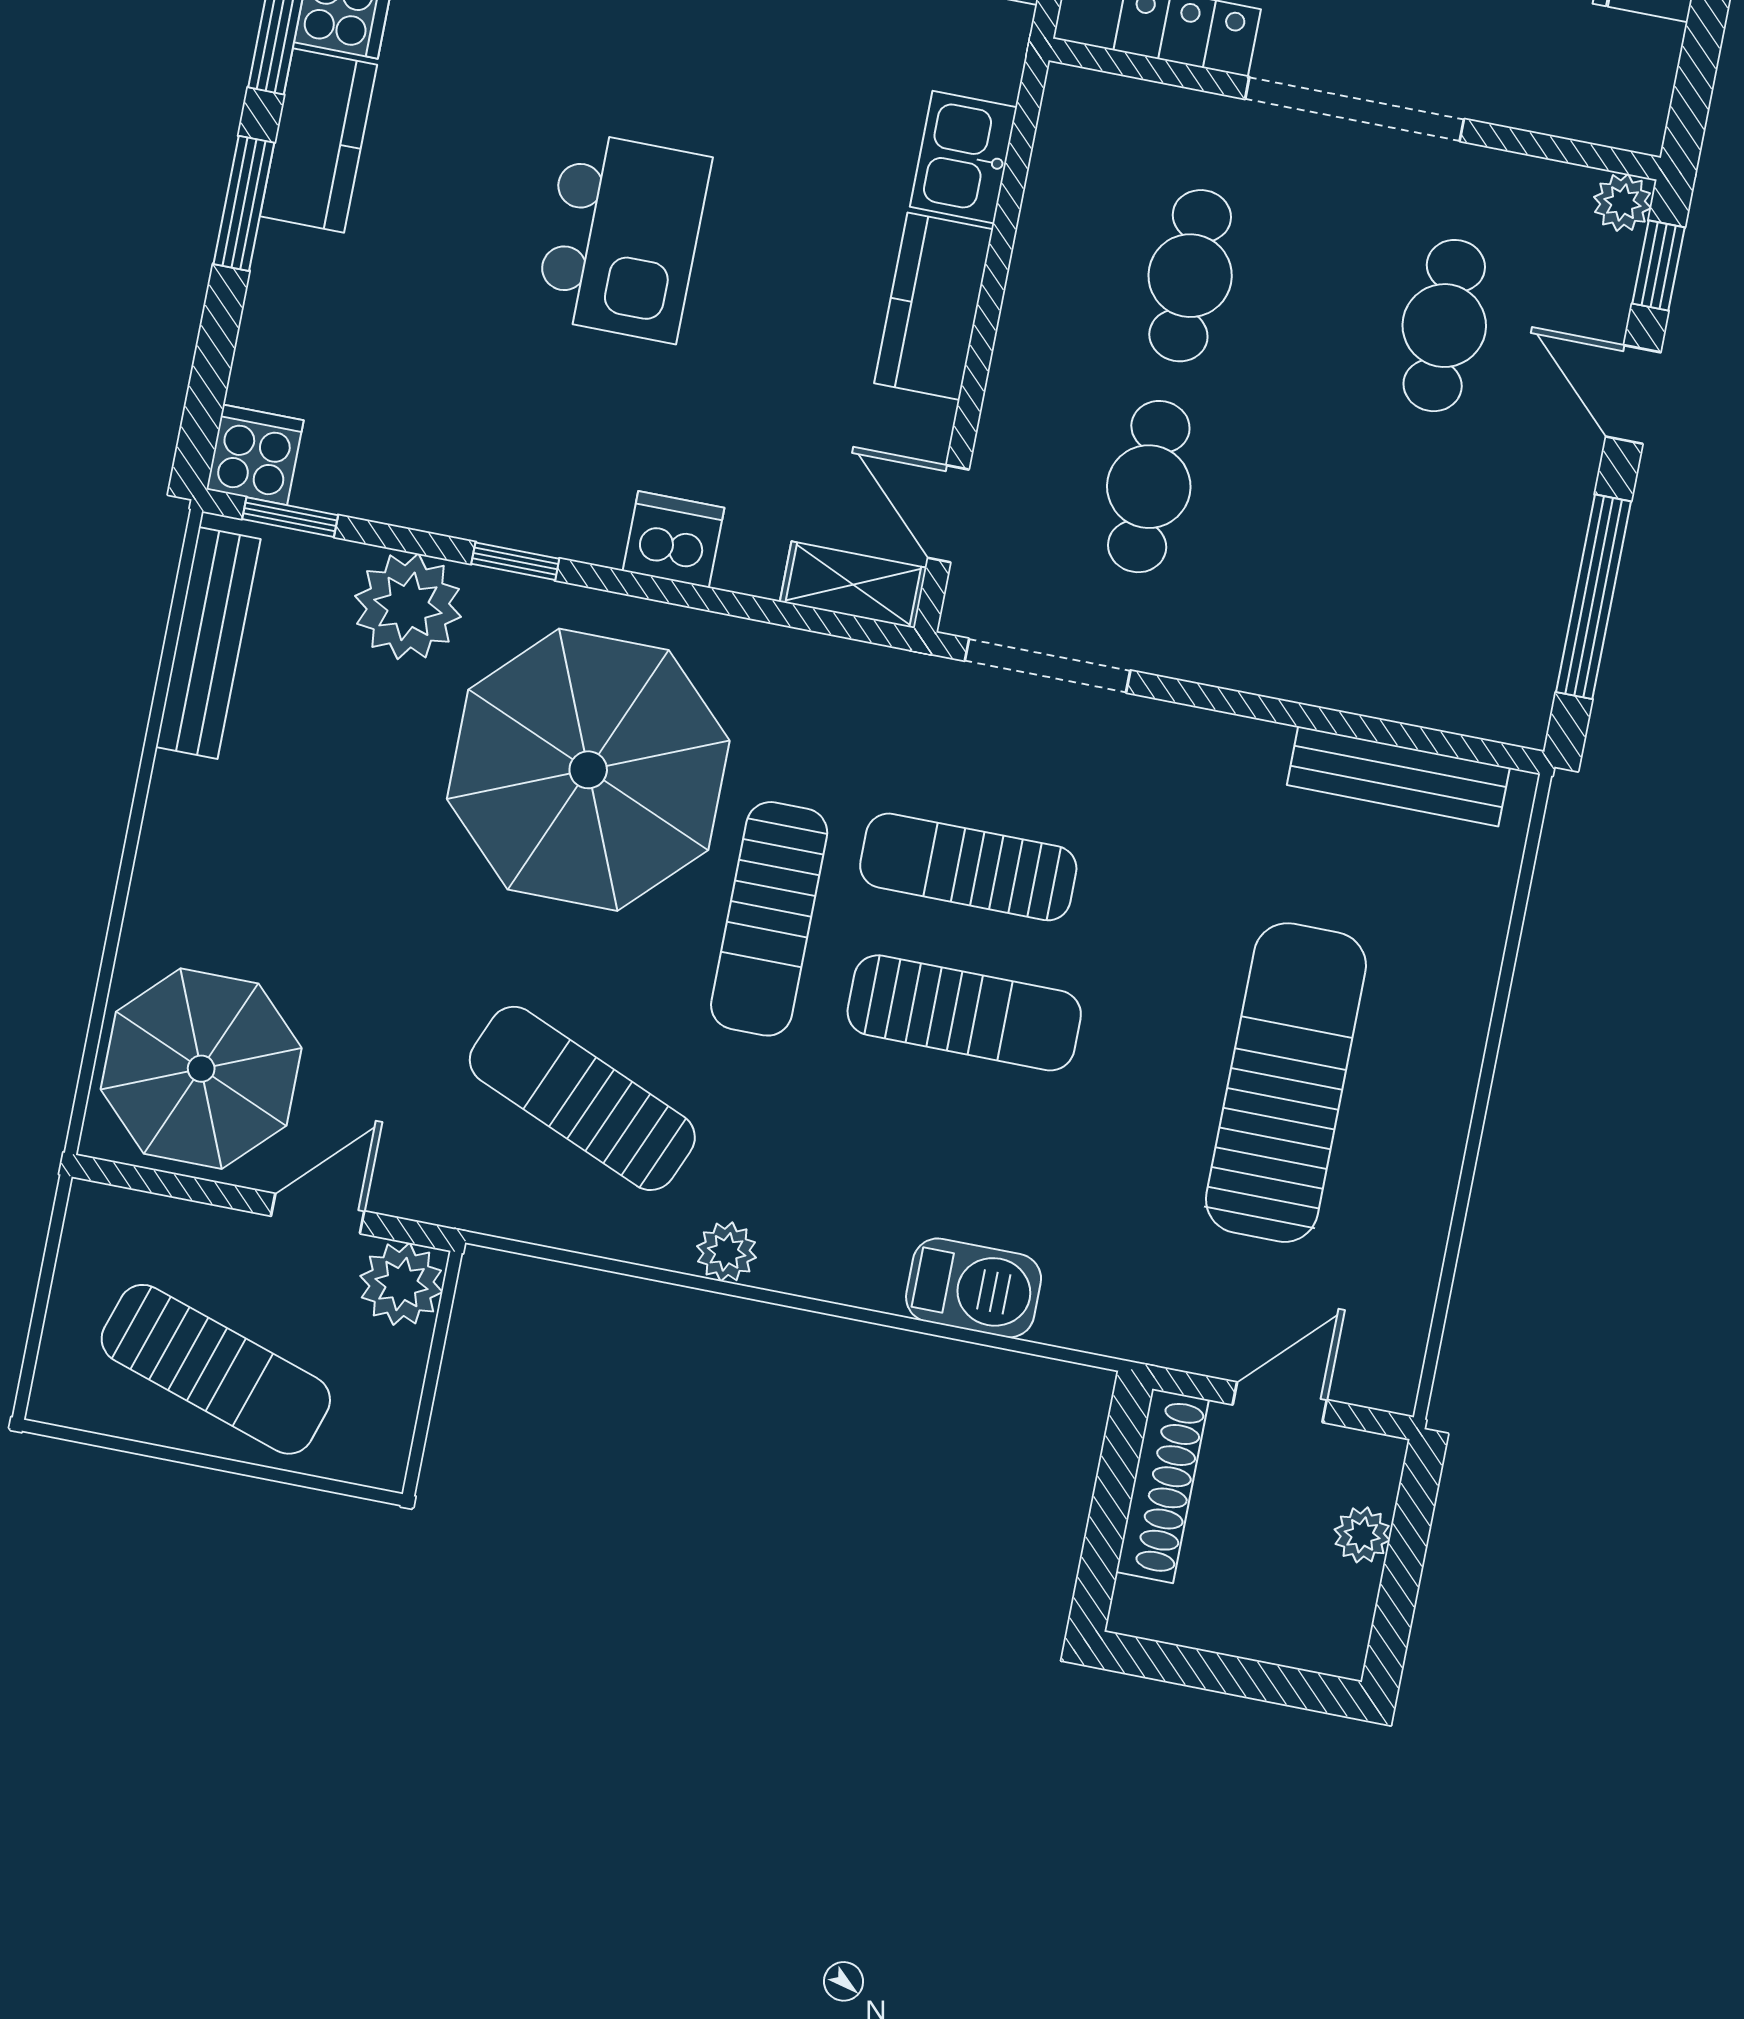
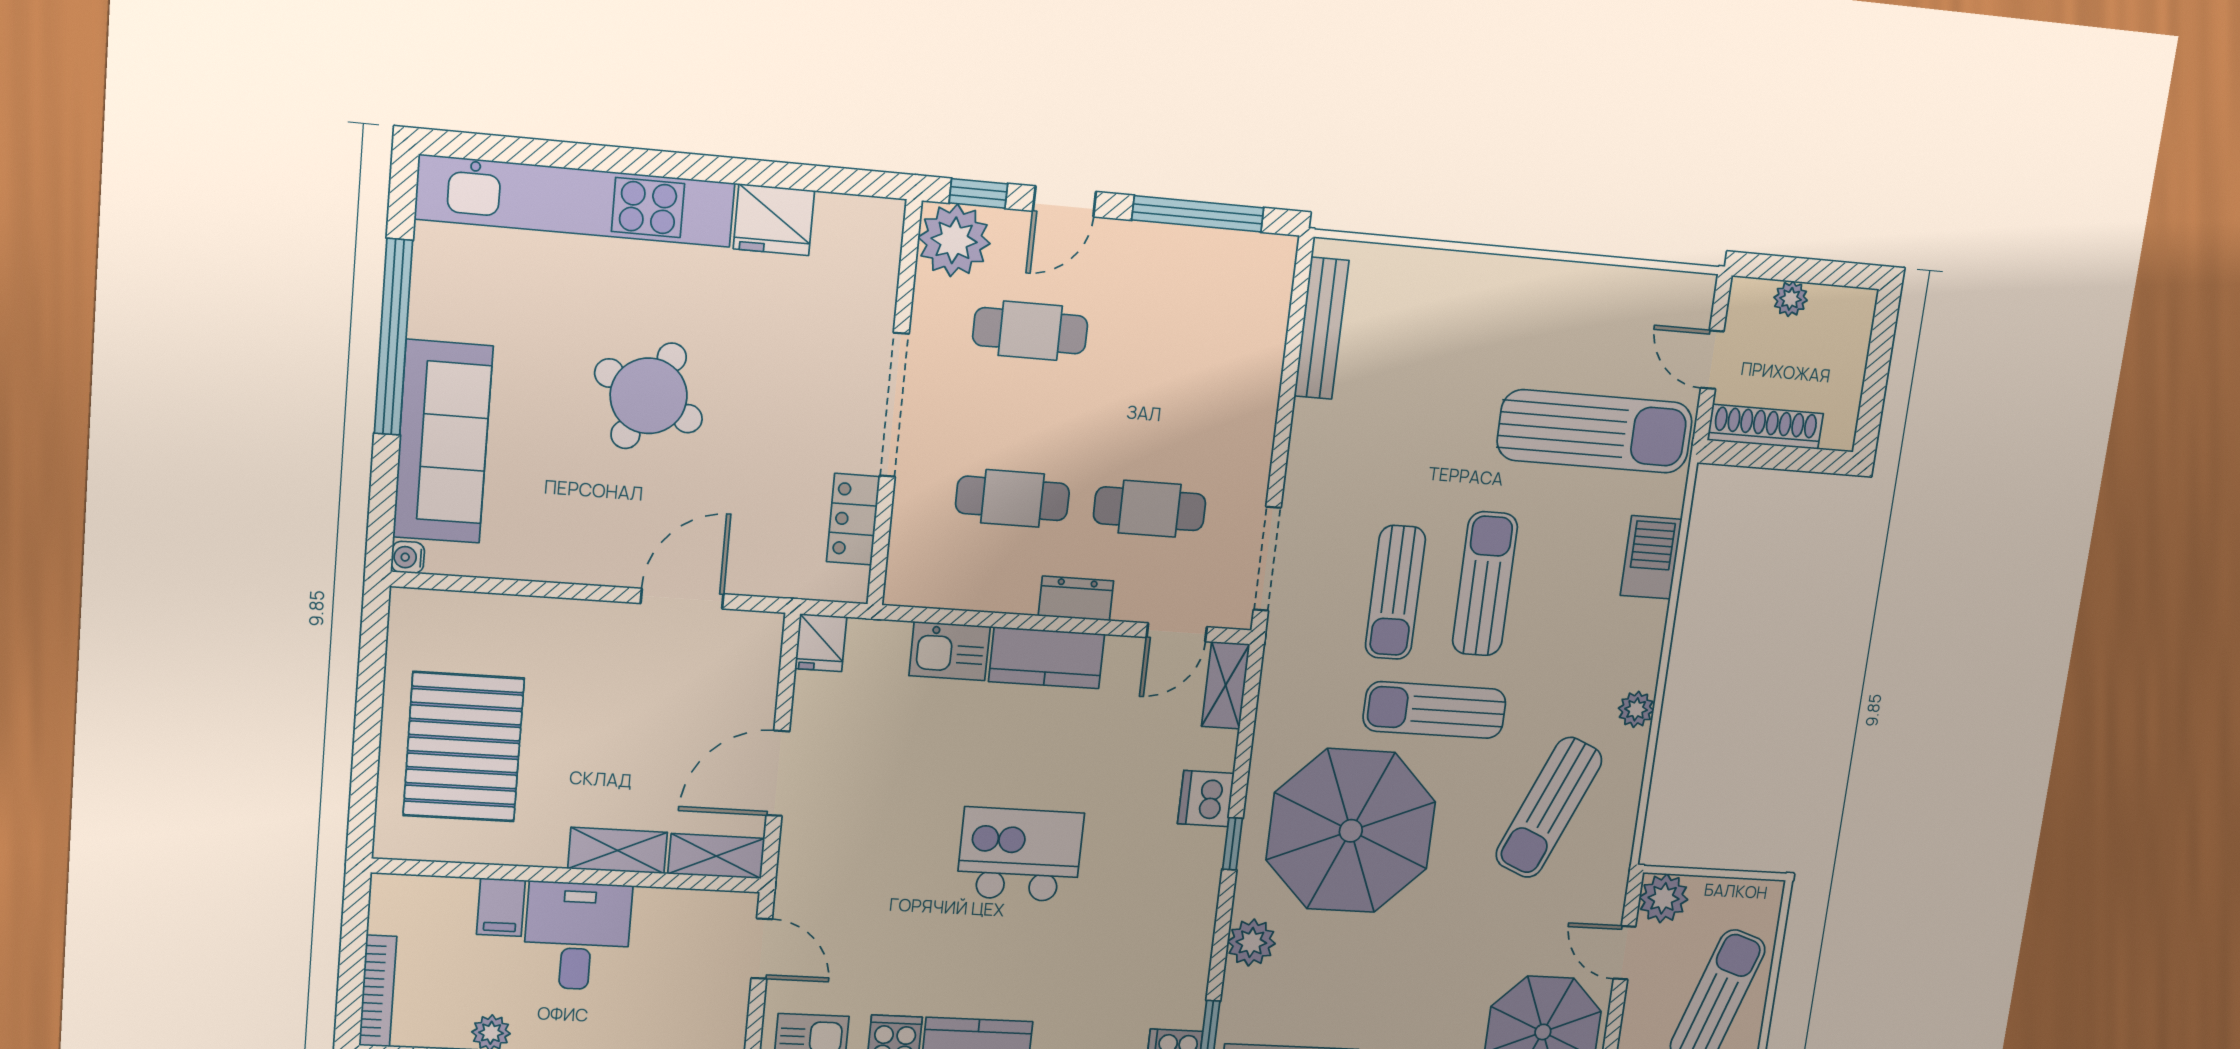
plant: (1622, 203) -> (954, 240), width x1.88, depth x1.88
dresser: (1022, 360) -> (1076, 598), added
window: (515, 561) -> (1232, 844), moved
plant: (408, 606) -> (1251, 942), width x0.73, depth x0.73
sun lounger: (769, 919) -> (1434, 710), turned 180
sun lounger: (1286, 1083) -> (1595, 431), moved, turned 180

